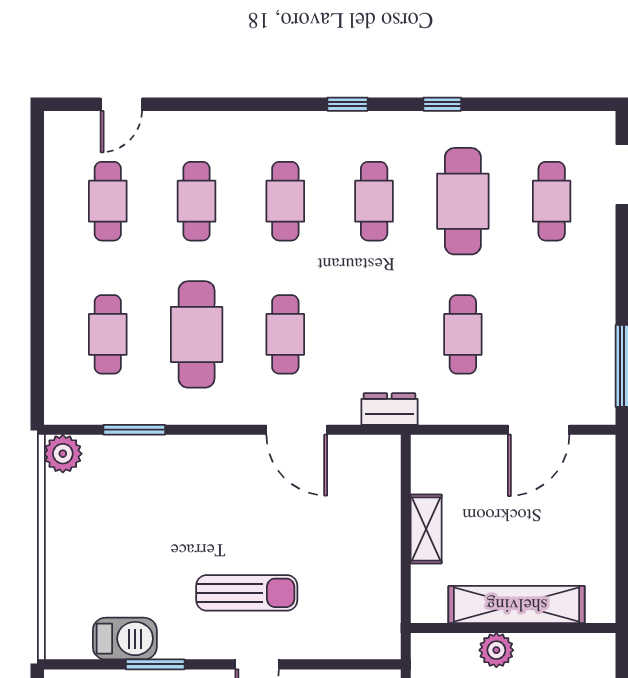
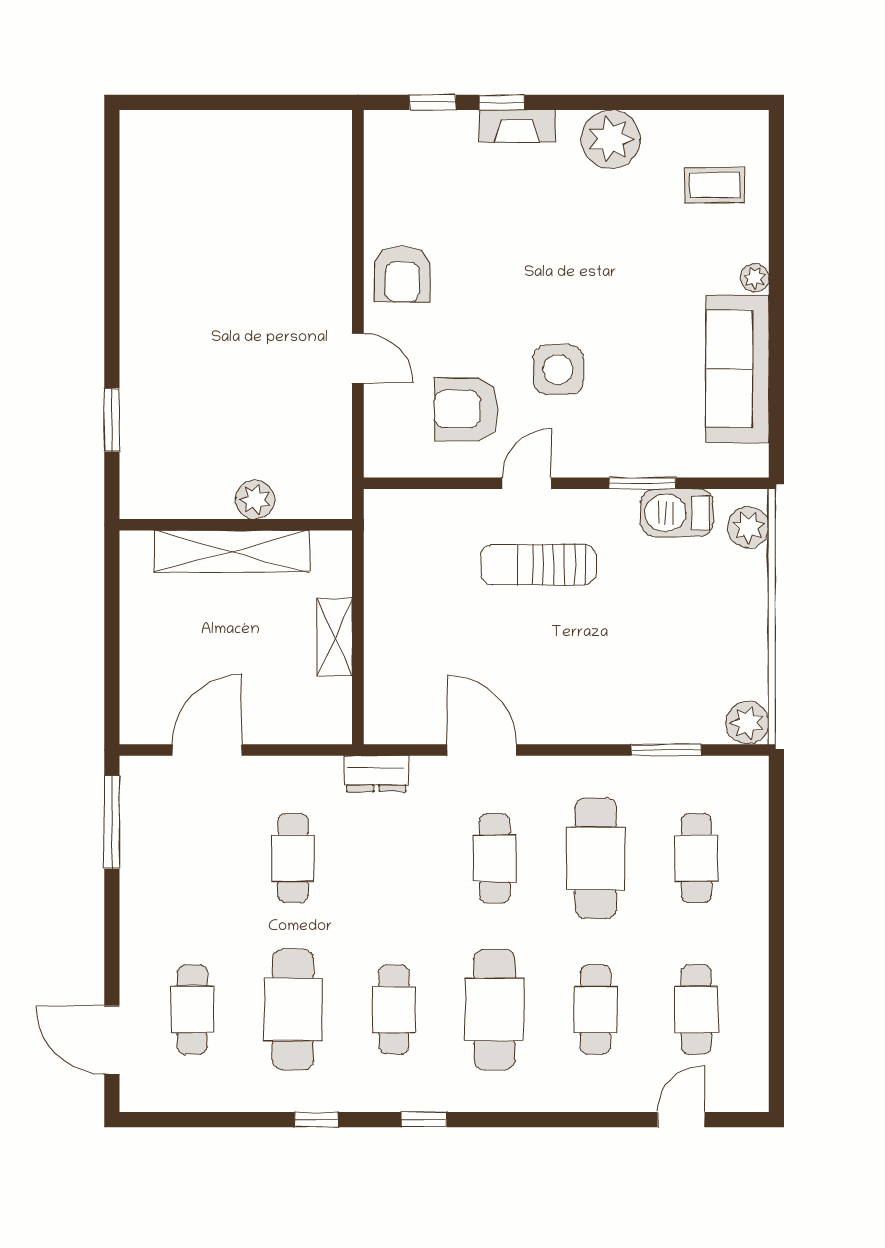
cafe table: (285, 201) -> (495, 1010), width x1.37, depth x1.35
plant: (62, 626) -> (748, 527), added

